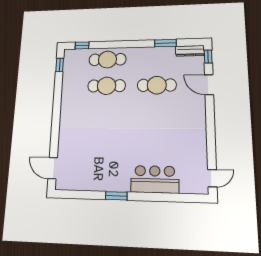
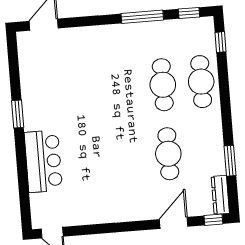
window: (57, 97) -> (142, 17), added

